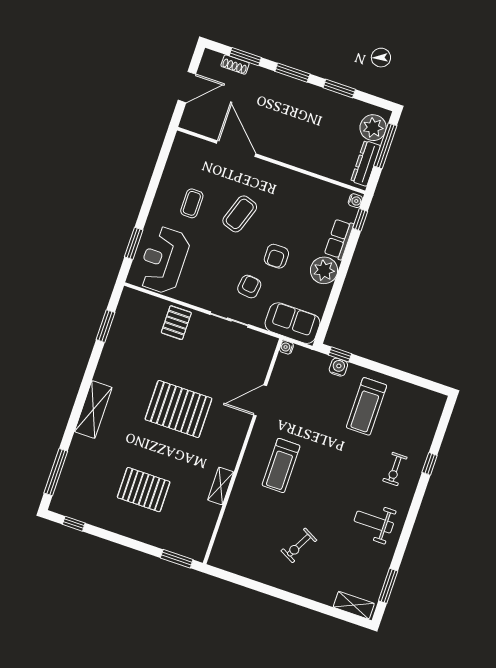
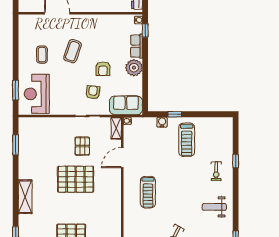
pallet: (176, 323) -> (82, 146), moved
window: (340, 354) -> (175, 114), moved
shelving: (221, 486) -> (116, 128), moved

